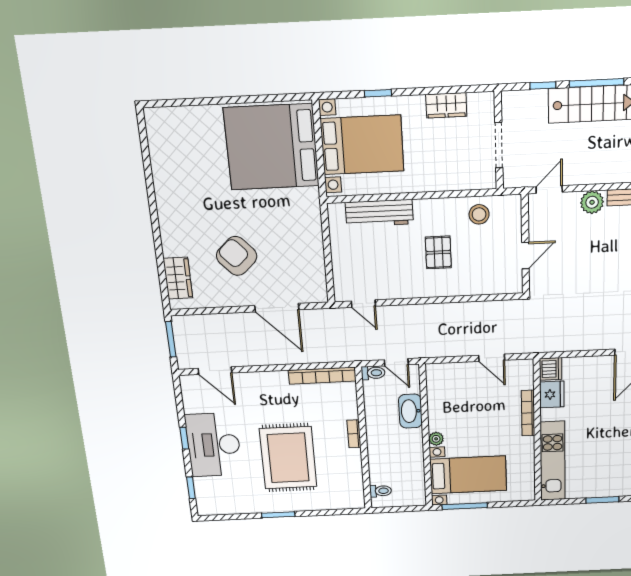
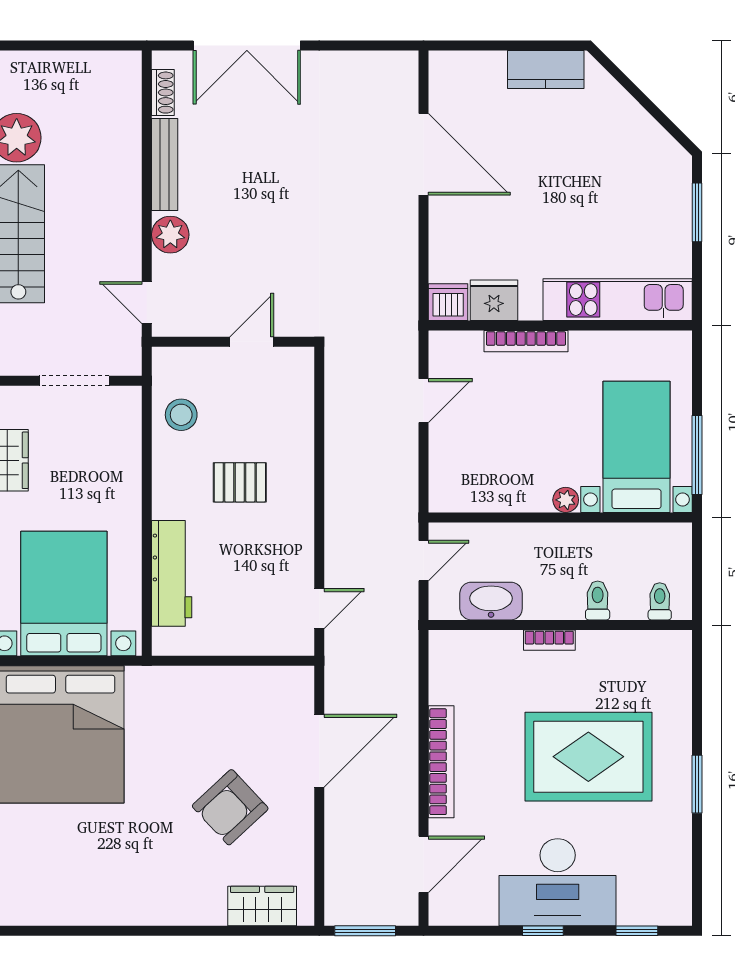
door: (525, 256) -> (252, 342), hinge flipped
toilet: (373, 373) -> (598, 600), moved
bookcase: (322, 376) -> (441, 762), moved
washbasin: (410, 411) -> (491, 601), moved, turned 180

